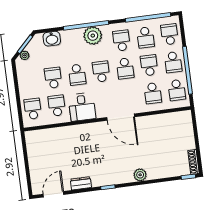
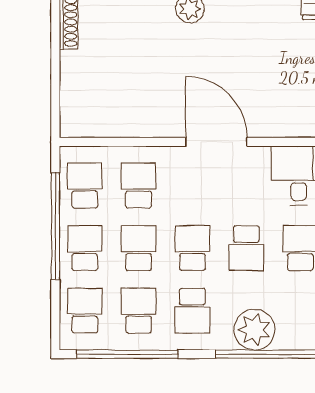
school desk: (170, 34) -> (85, 311), turned 180
school desk: (149, 65) -> (139, 248), turned 180

